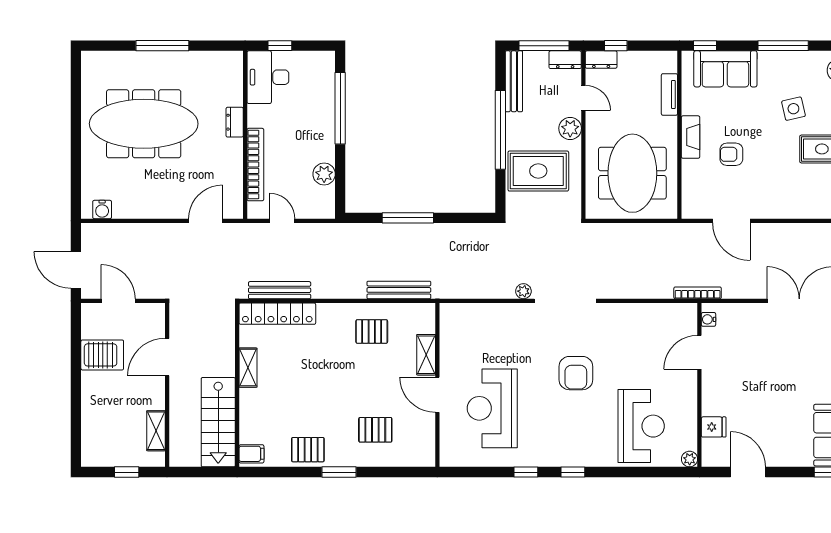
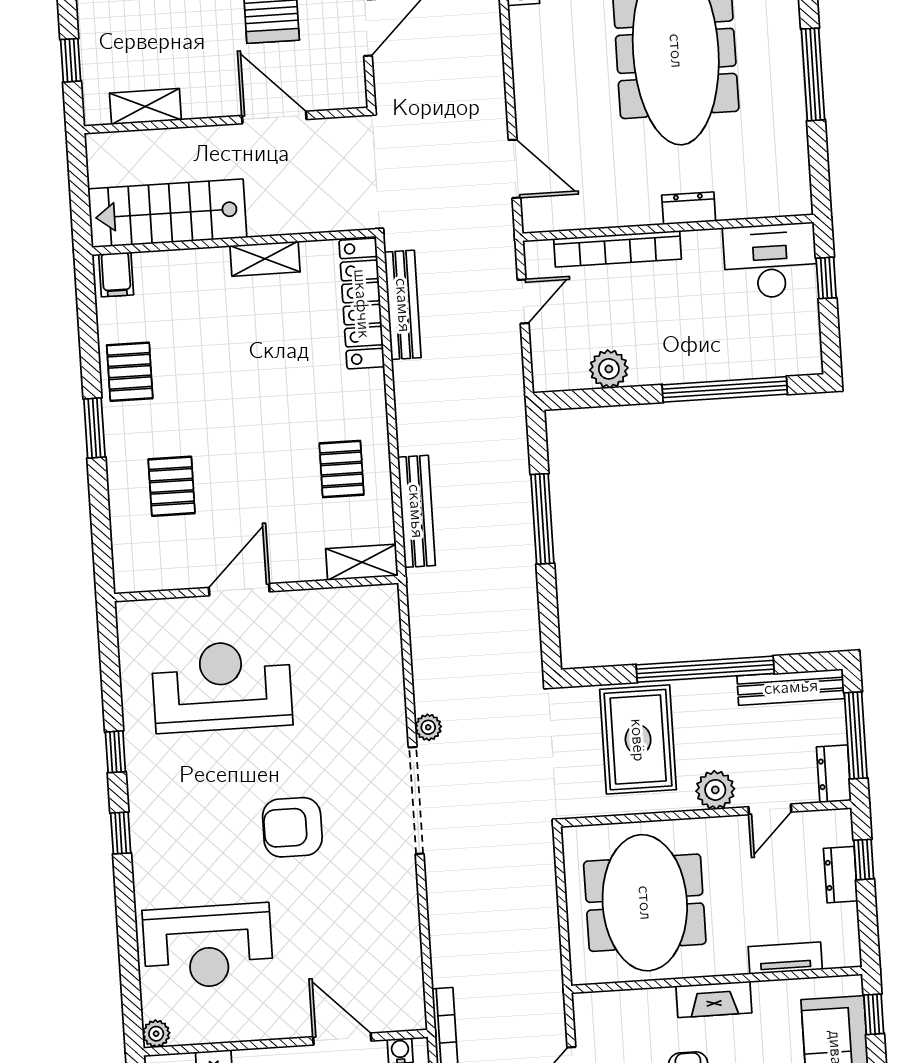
dresser: (601, 60) -> (841, 875), moved
meeting table: (632, 173) -> (645, 903), turned 90
shelving: (426, 355) -> (362, 562), moved

